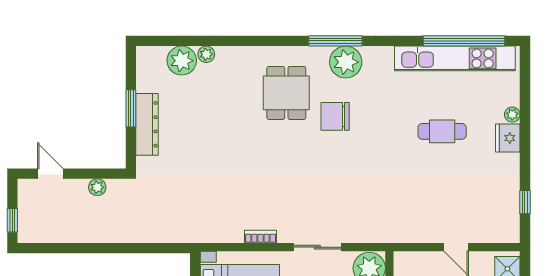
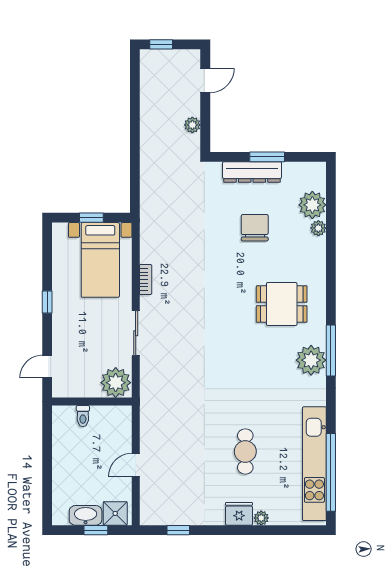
chair: (335, 116) -> (255, 228), moved

